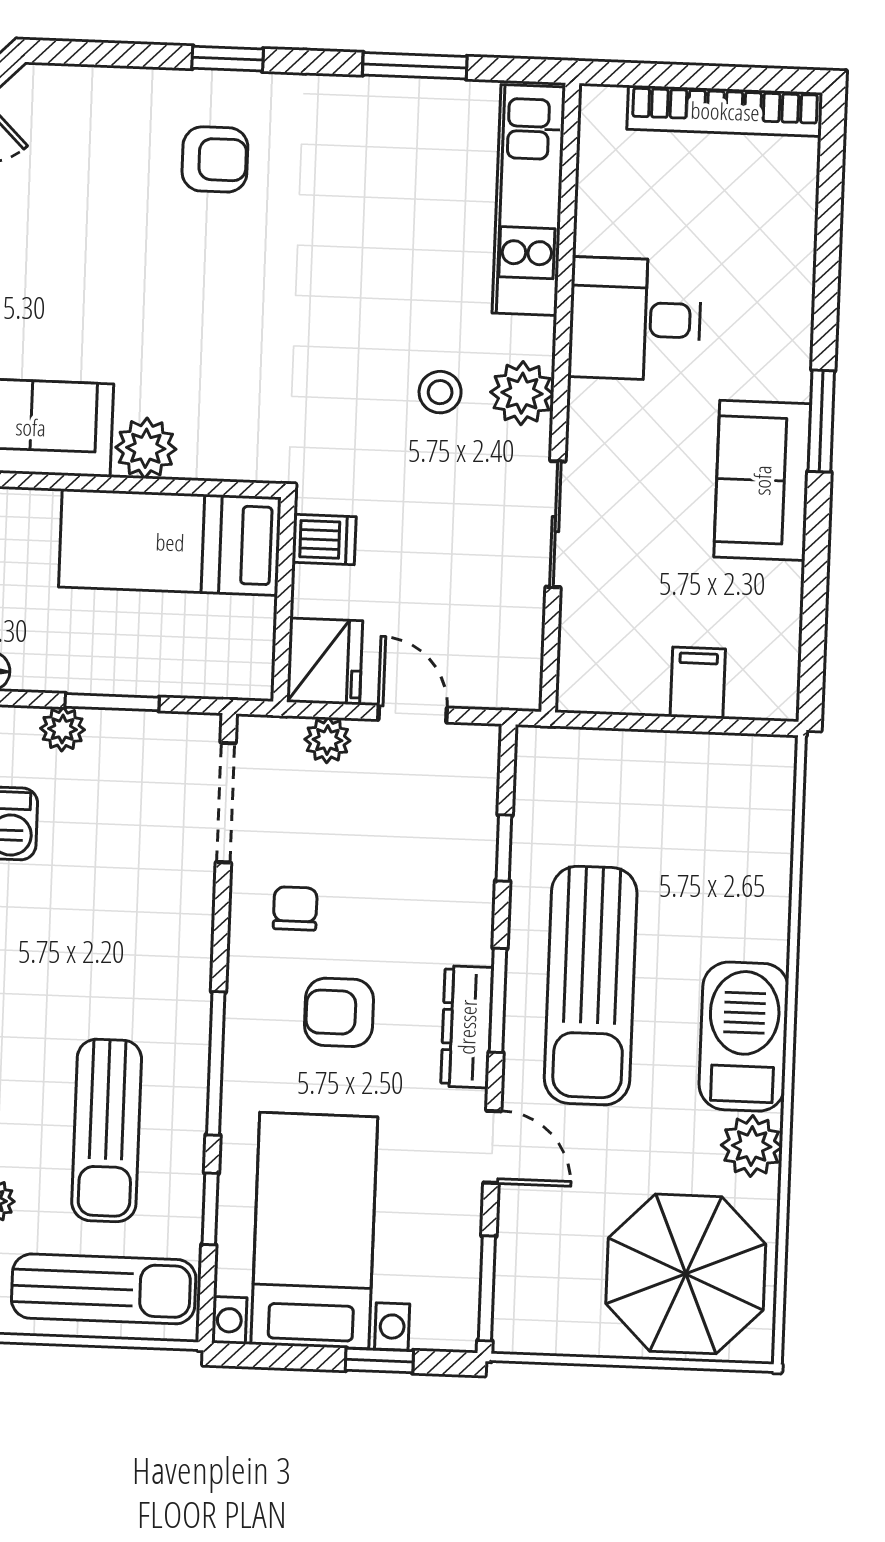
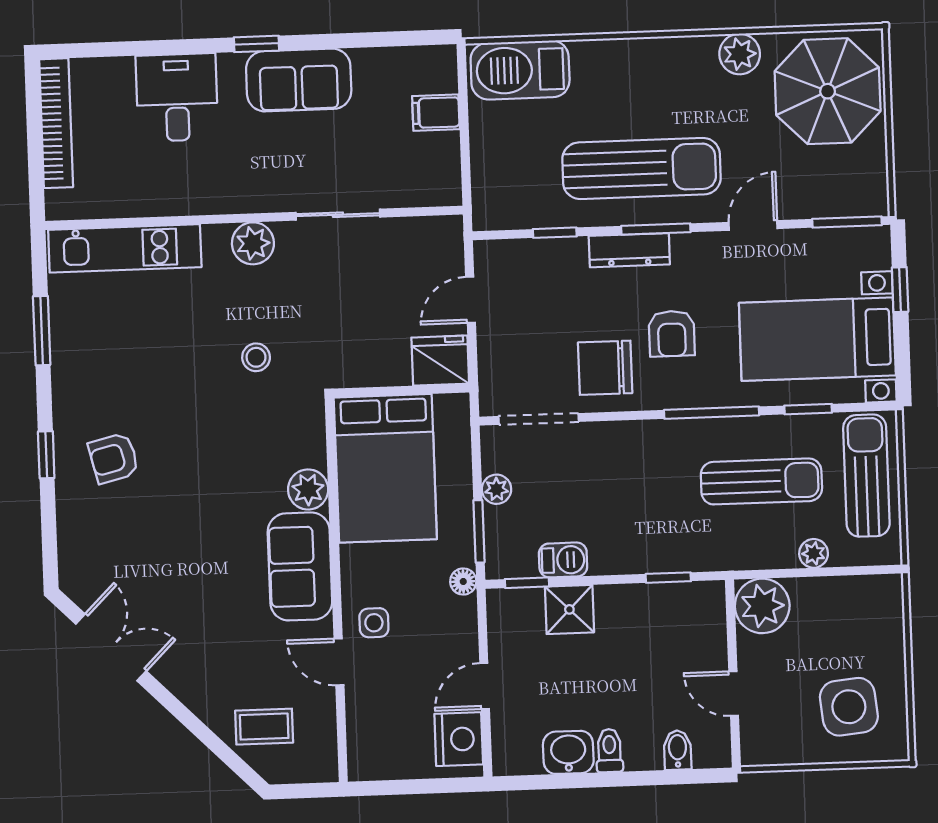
armchair: (215, 159) -> (114, 458), turned -104
desk: (635, 319) -> (177, 97), moved, turned 180
stool: (440, 392) -> (256, 357), moved
window: (821, 421) -> (257, 44), width x0.67
dishwasher: (324, 540) -> (360, 367), removed
bed: (170, 542) -> (385, 468), width x1.50
window: (112, 702) -> (479, 531), moved
plant: (63, 729) -> (497, 489), moved
plant: (327, 740) -> (492, 355), removed
chair: (295, 908) -> (605, 368), width x1.87, depth x1.87
dresser: (467, 1027) -> (629, 250), moved
barbecue: (744, 1037) -> (520, 70), moved

